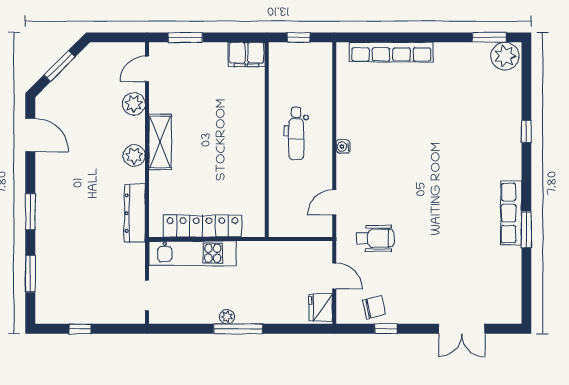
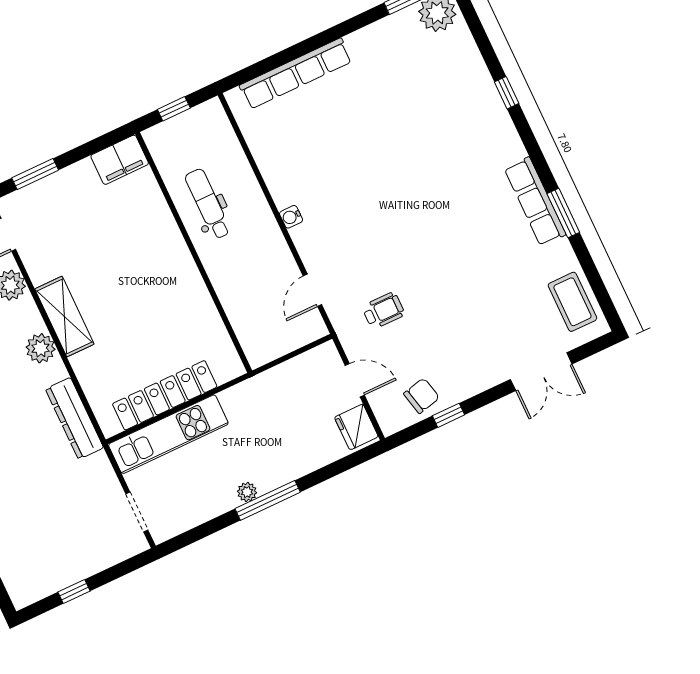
dental chair: (296, 133) -> (208, 204), moved, turned 180
wheelchair: (375, 238) -> (383, 311), width x0.73, depth x0.73
coffee table: (505, 292) -> (572, 302), added

